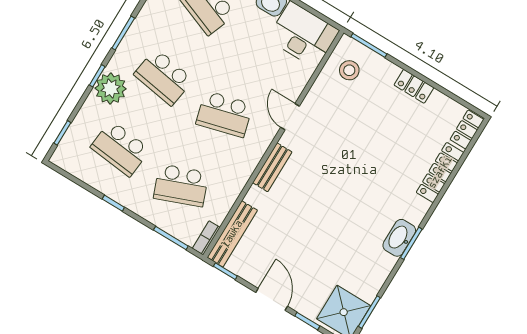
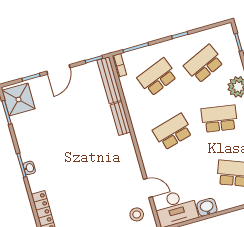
door: (290, 117) -> (148, 188), moved
school desk: (120, 148) -> (204, 64), turned -30
bench: (272, 167) -> (120, 118), moved
washbasin: (399, 238) -> (29, 168), width x0.52, depth x0.69
door: (272, 299) -> (58, 69), hinge flipped

